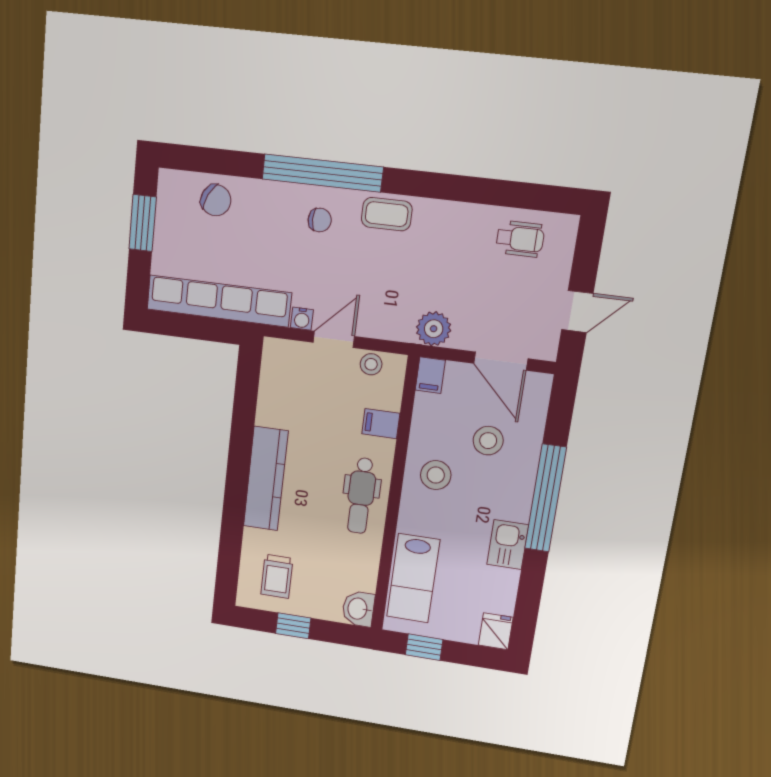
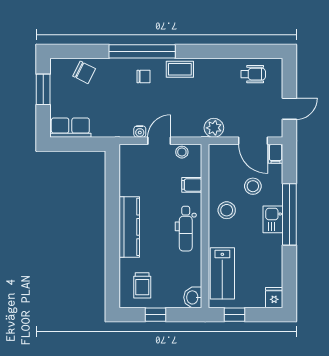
row of seats: (219, 301) -> (70, 128), width x0.50
filing cabinet: (430, 375) -> (276, 154), moved
kitchen sink: (508, 545) -> (273, 219), moved

